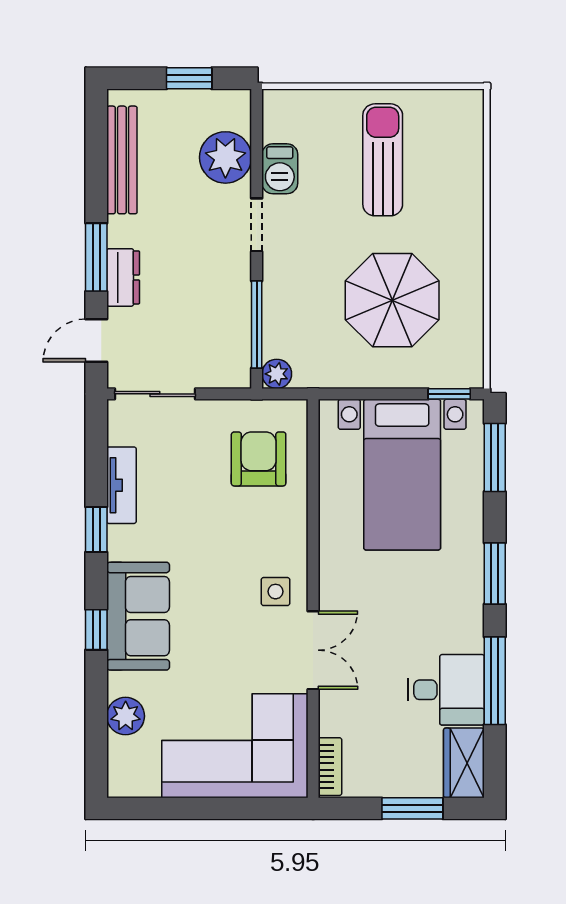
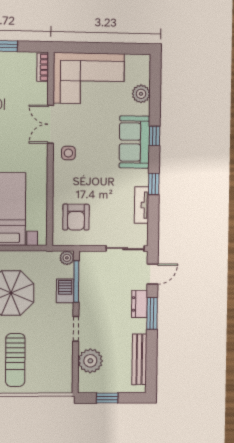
barbecue: (280, 169) -> (65, 291), moved

